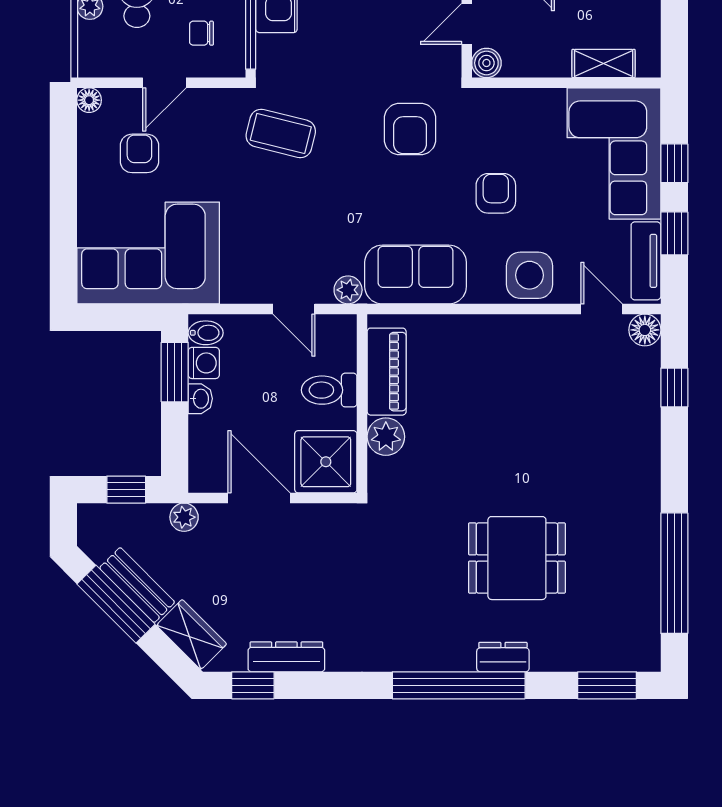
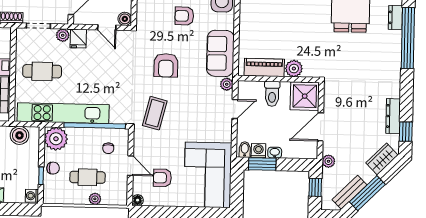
armchair: (410, 129) -> (166, 65), moved, turned 90
bench: (137, 585) -> (350, 192), moved

